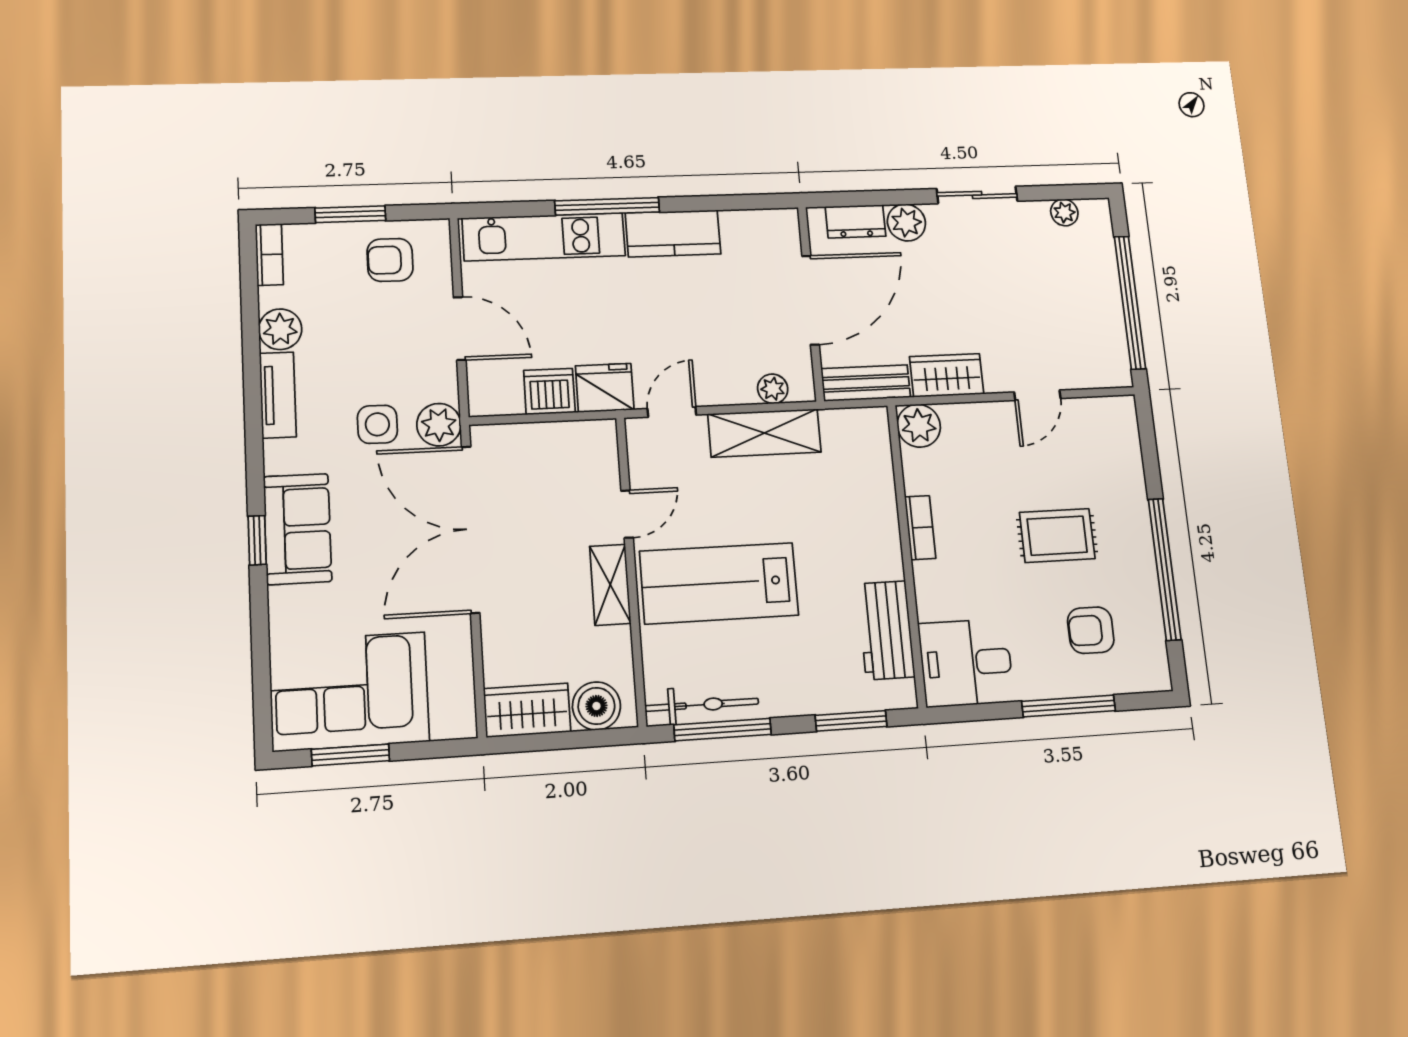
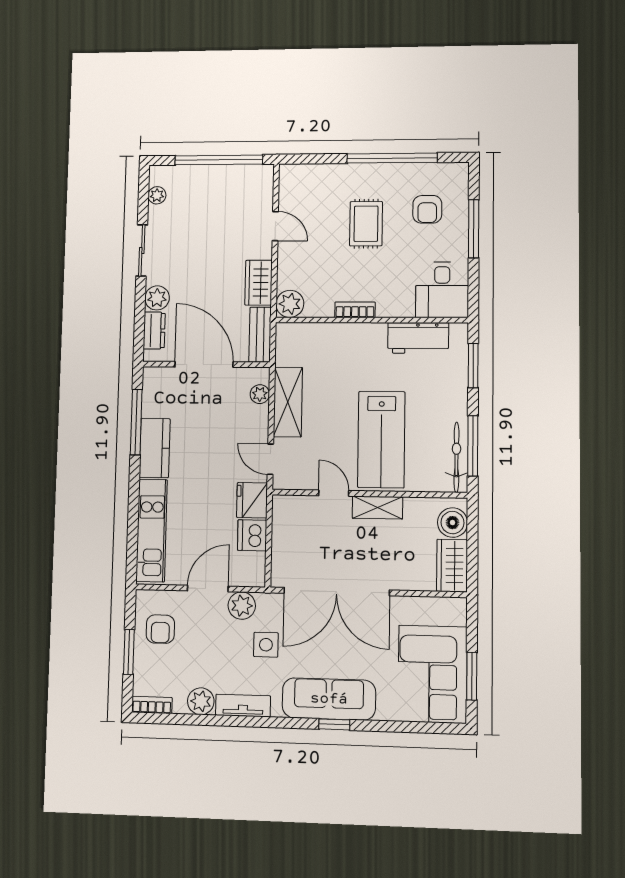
window: (607, 206) -> (136, 422), moved
plant: (439, 425) -> (242, 606), moved
sofa: (298, 529) -> (329, 699), width x1.36

